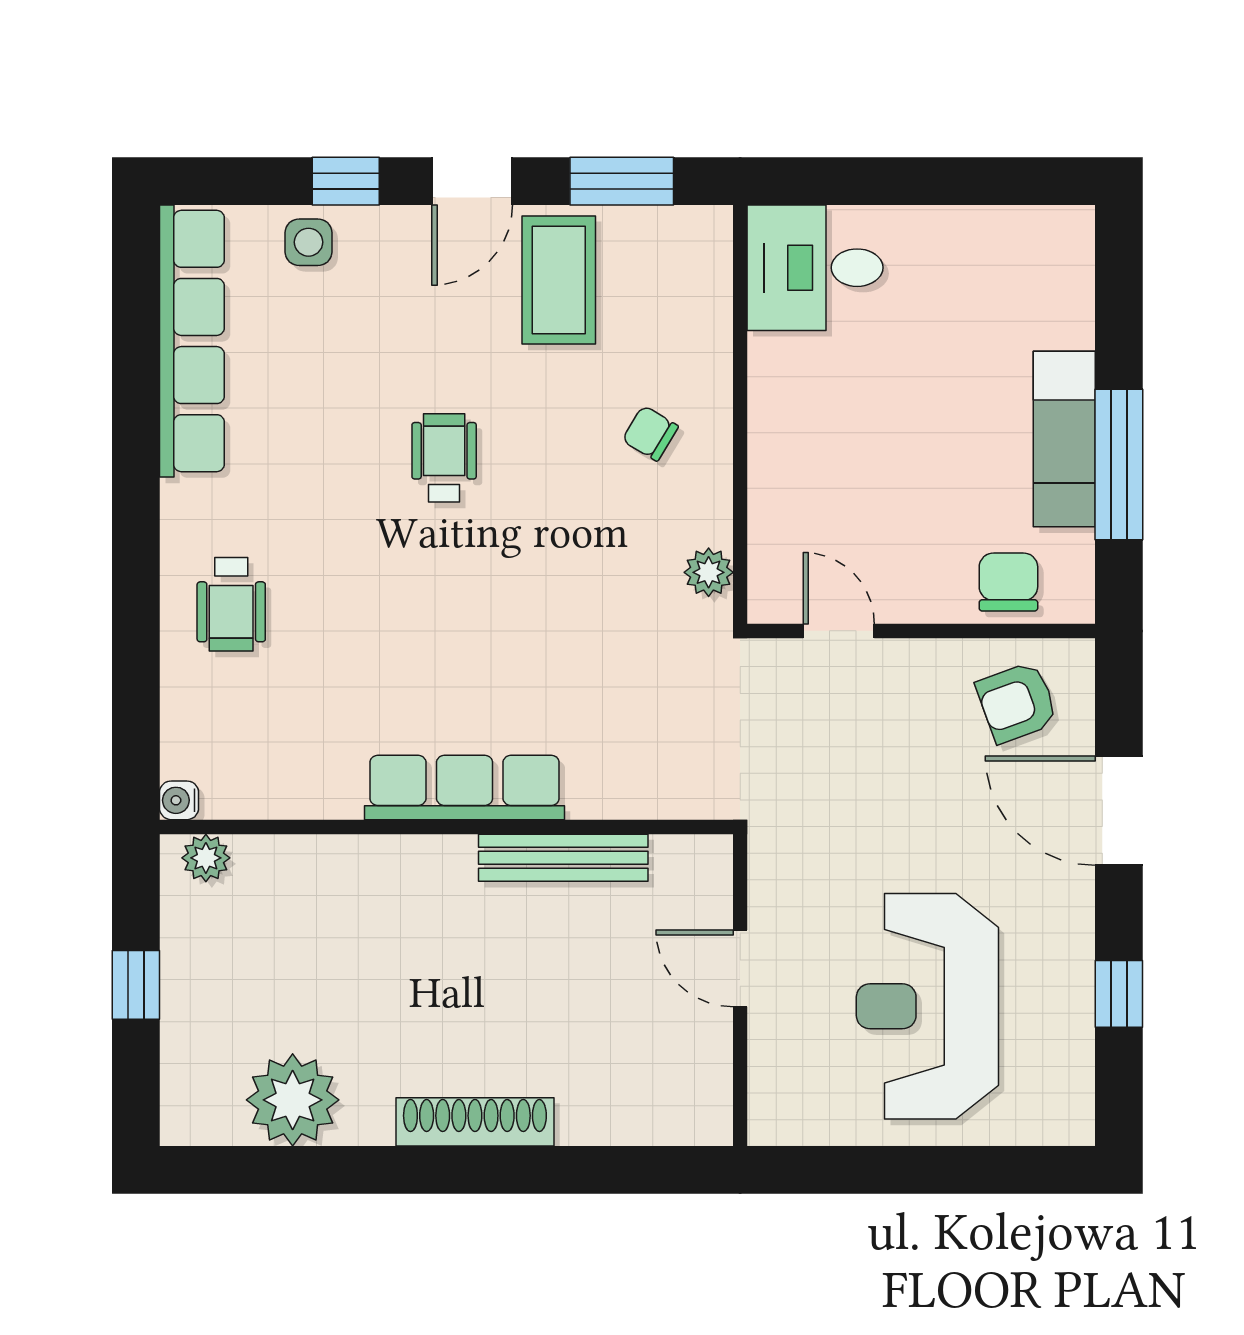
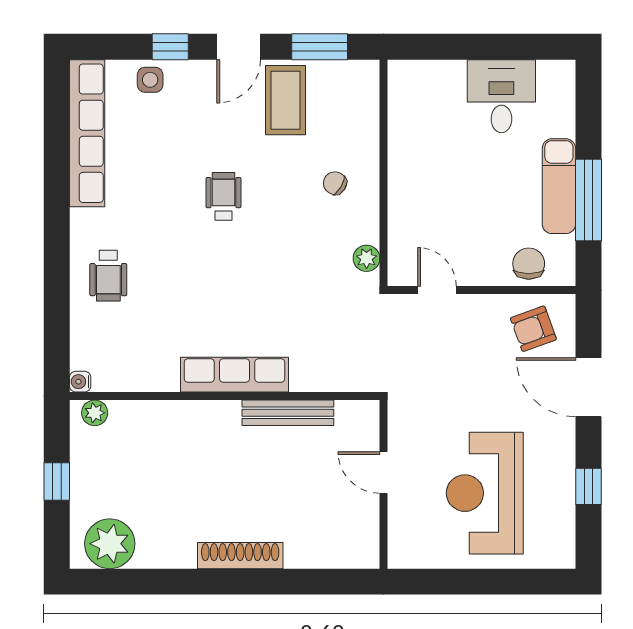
desk: (815, 268) -> (501, 96), moved, turned 90
plant: (293, 1100) -> (110, 544), moved

